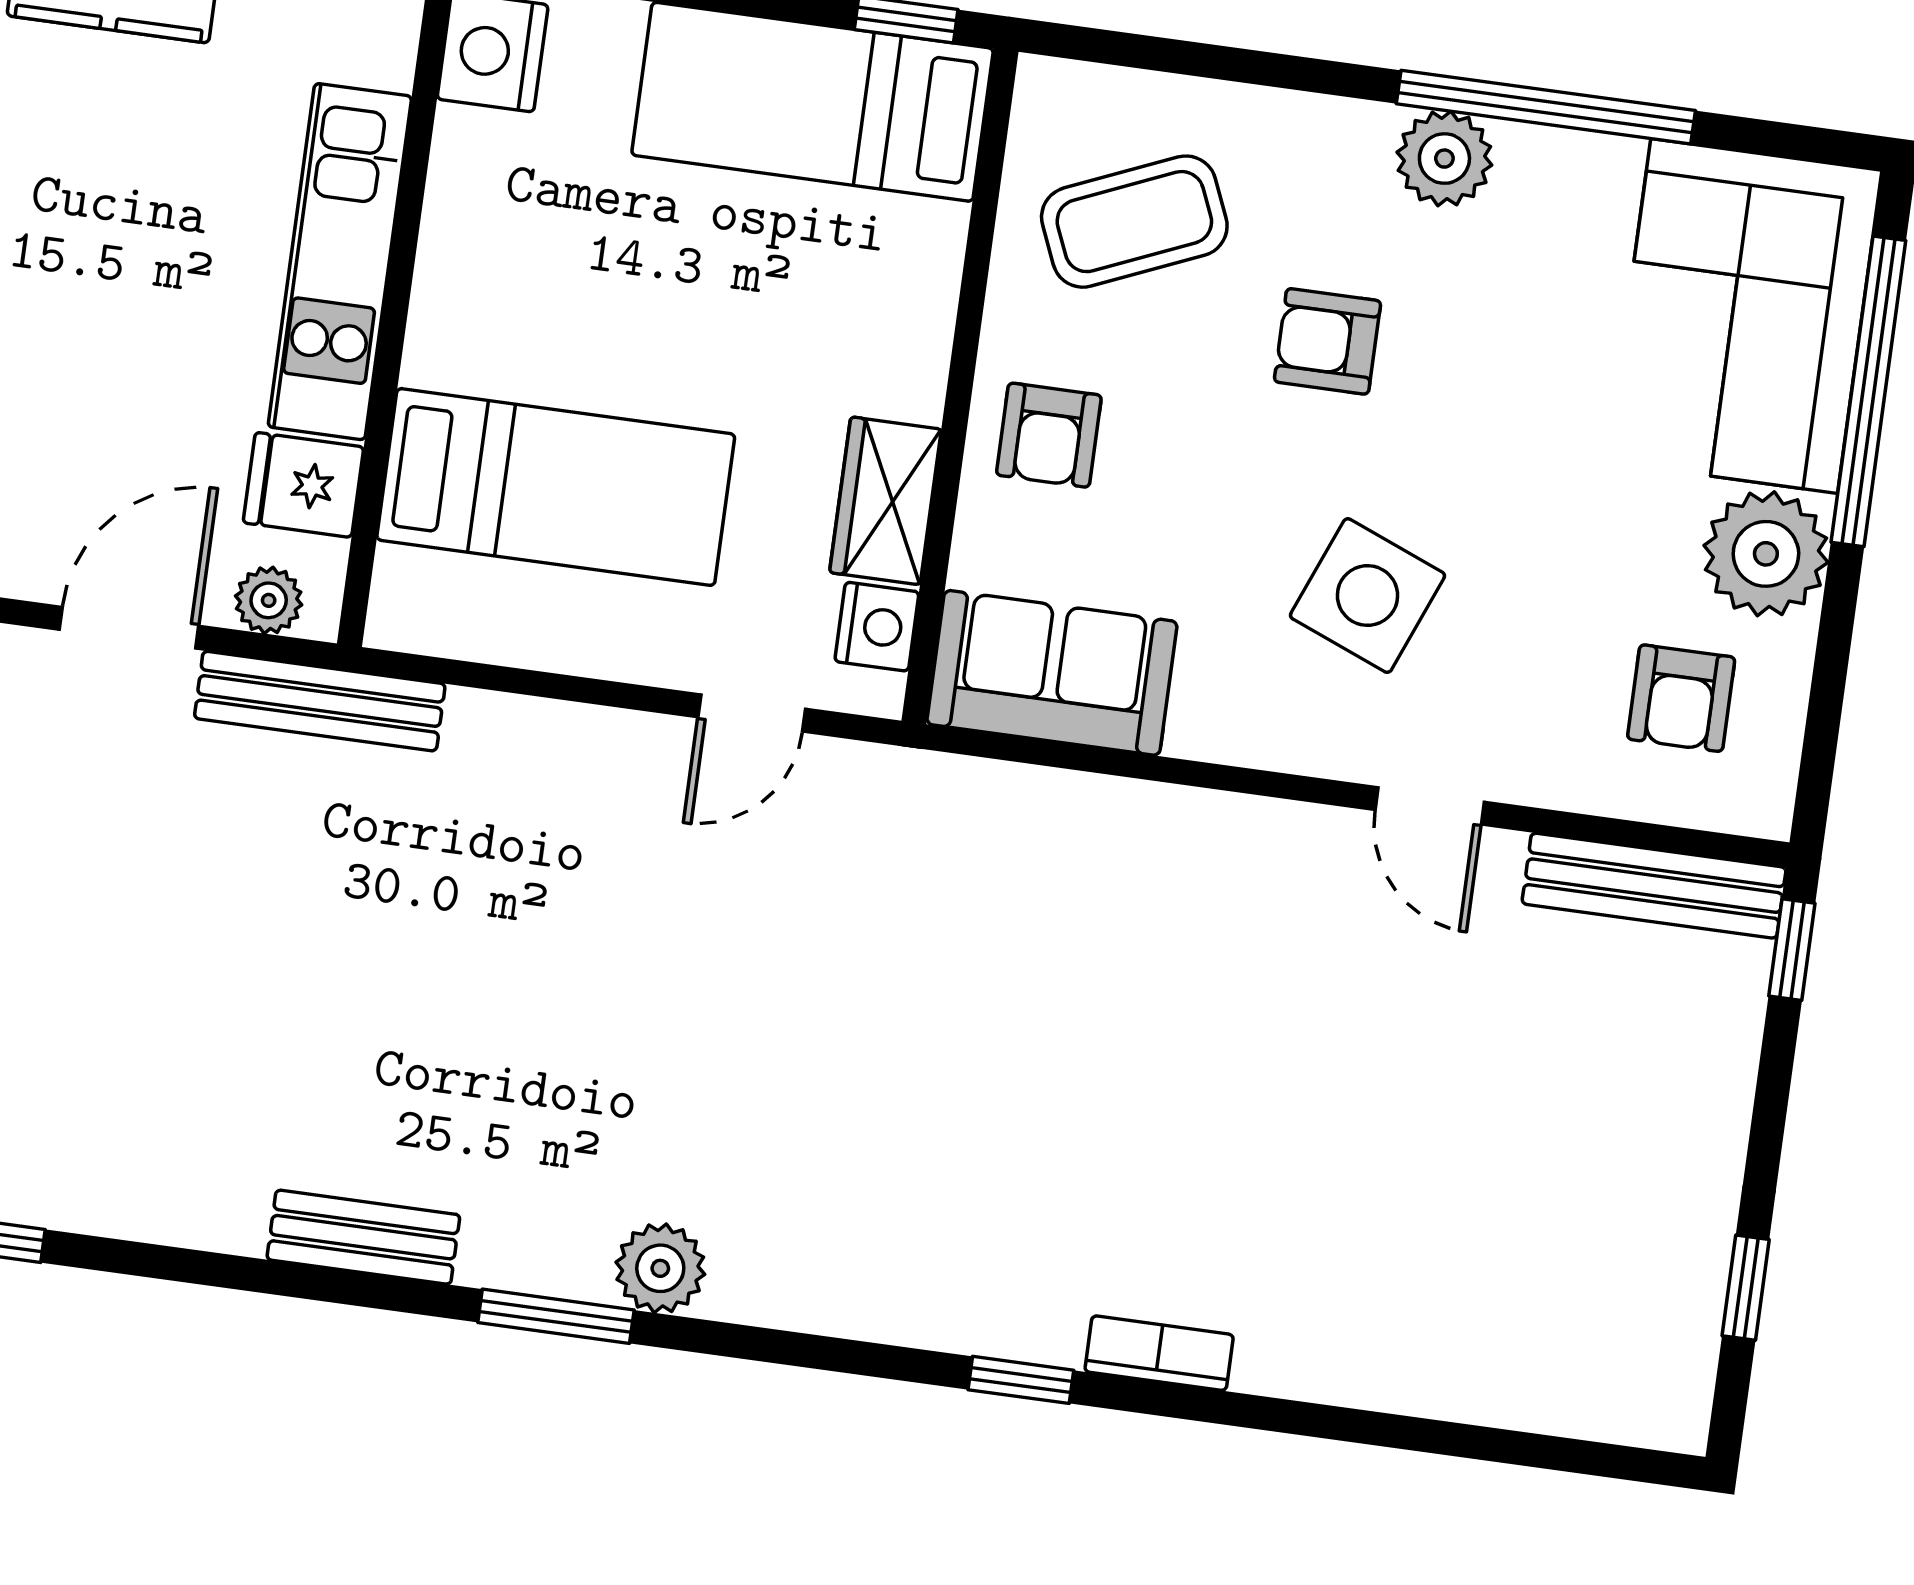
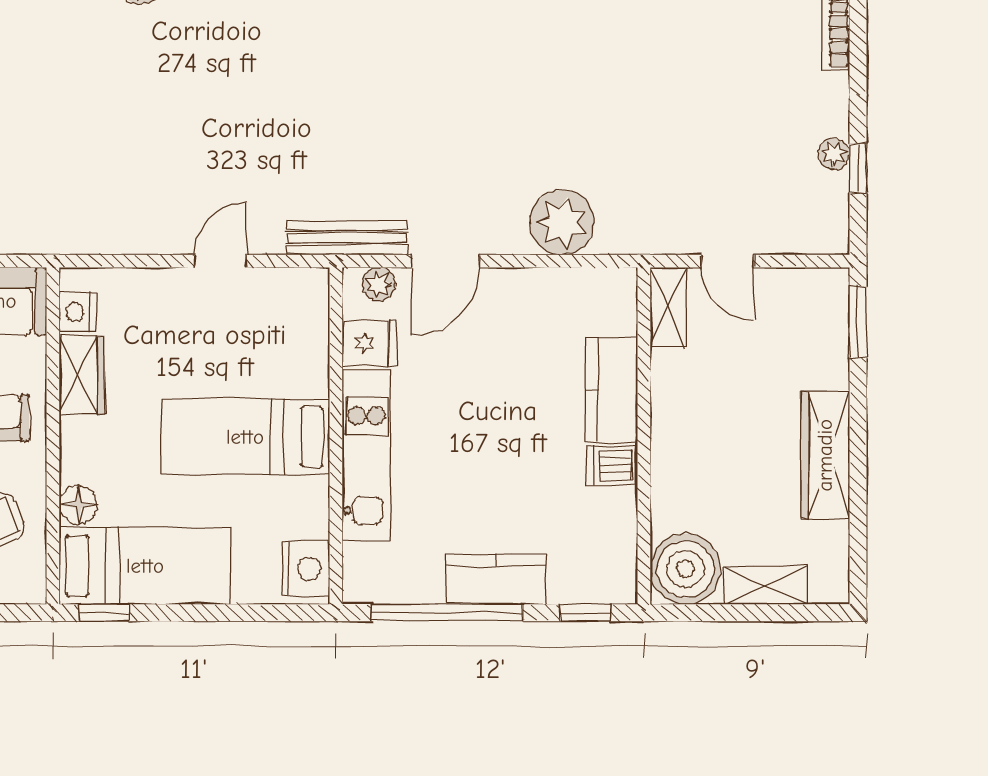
floor lamp: (928, 241) -> (78, 505), added
bed: (556, 487) -> (245, 437), moved
door: (752, 713) -> (220, 261), moved

